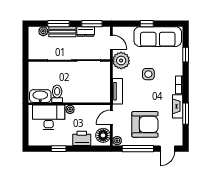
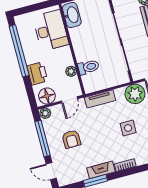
toilet: (57, 94) -> (88, 67), moved
plant: (70, 109) -> (71, 71), moved
door: (111, 117) -> (69, 100), swing flipped
armchair: (145, 124) -> (71, 139), width x0.53, depth x0.53
window: (59, 149) -> (19, 51), width x3.17

